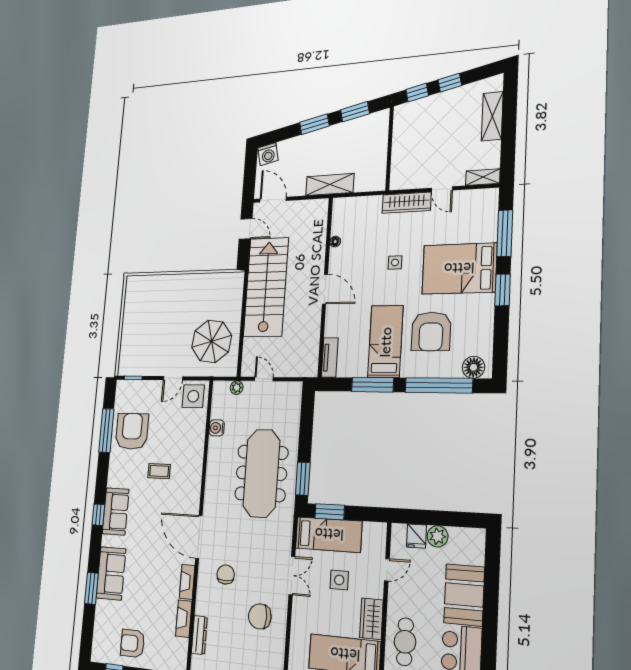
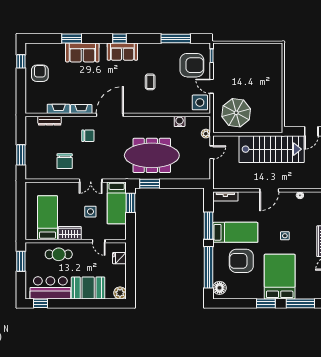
armchair: (132, 431) -> (192, 65), moved
plant: (438, 536) -> (120, 293), moved
chair: (260, 616) -> (65, 161), turned 180

